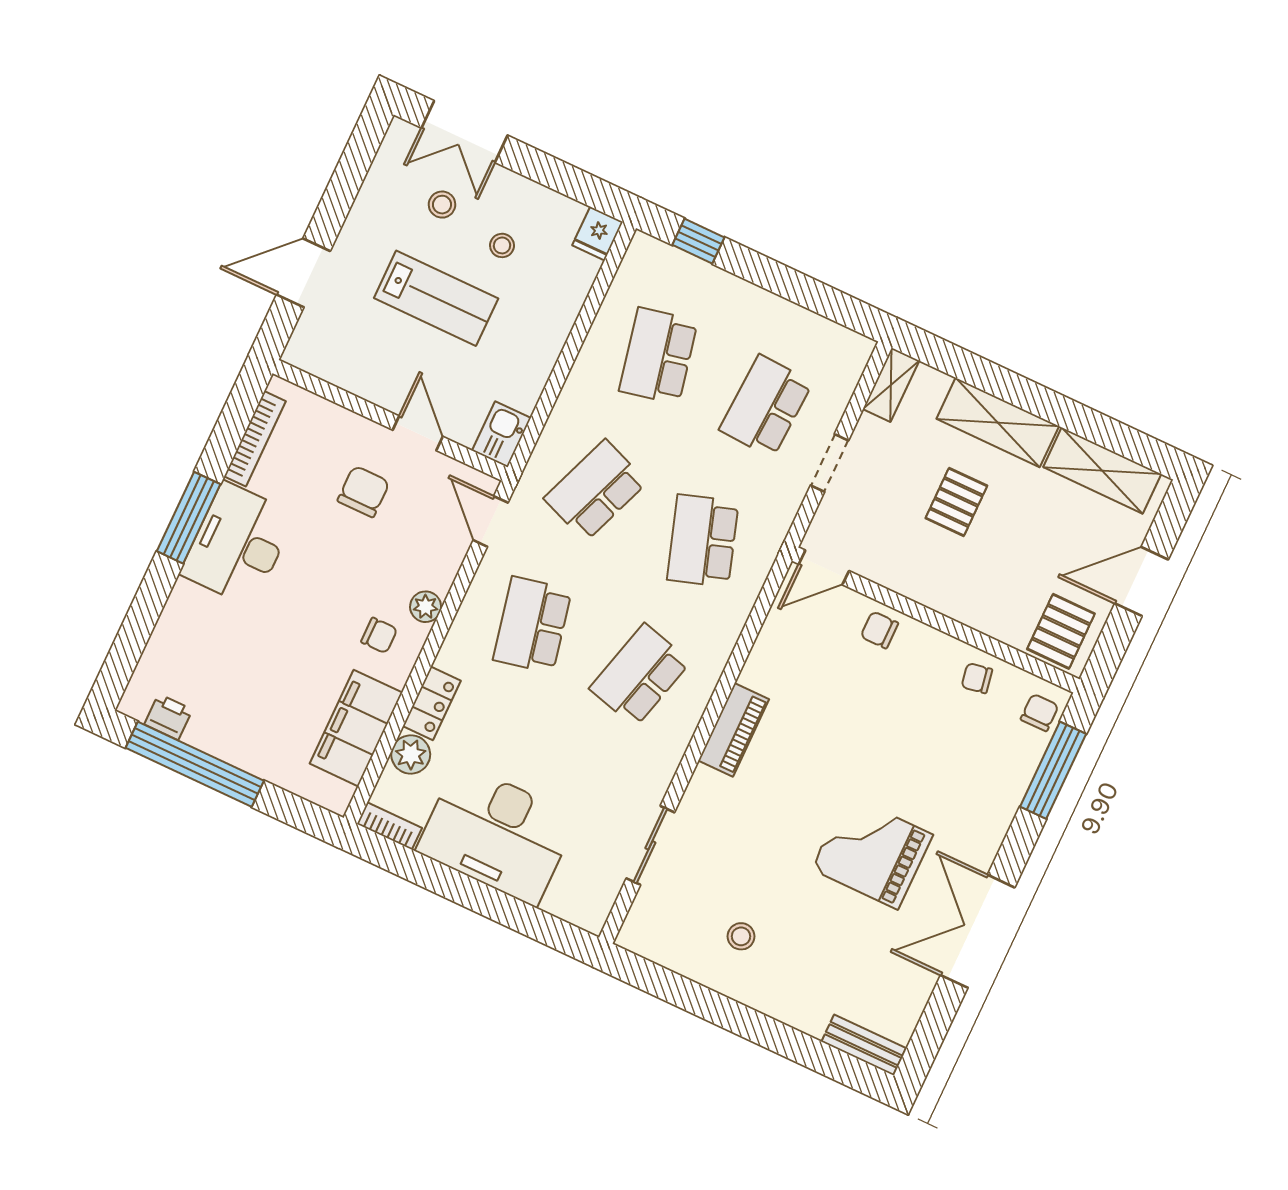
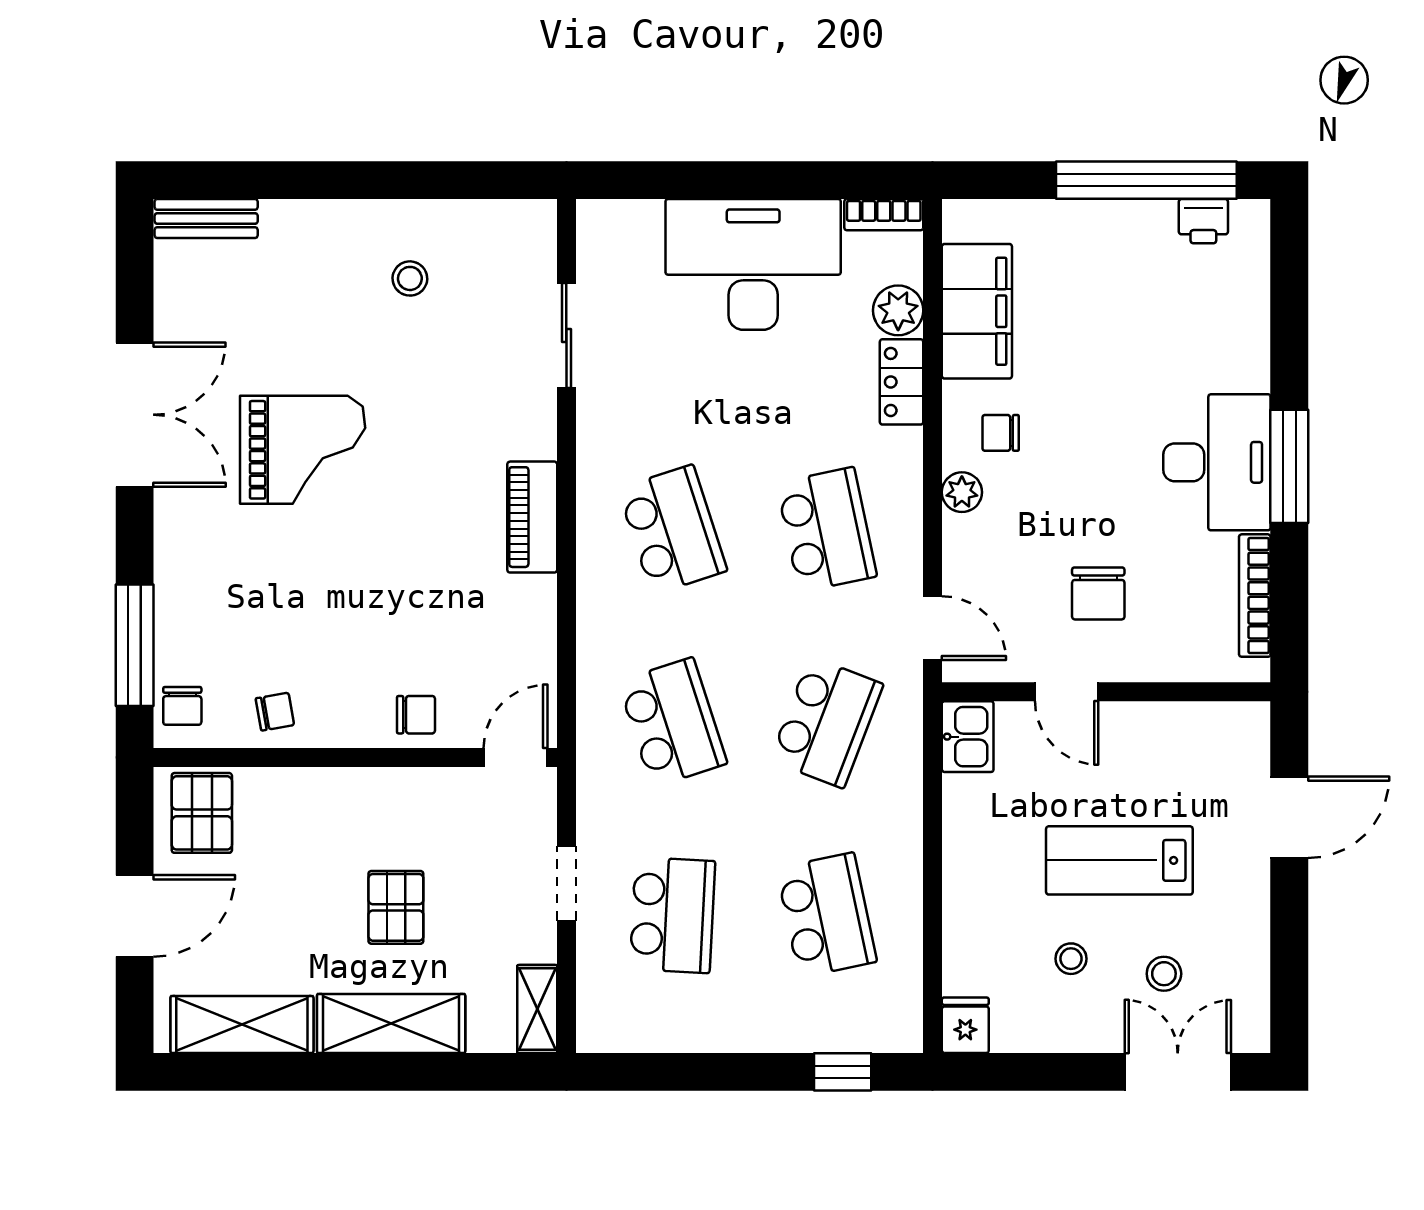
school desk: (640, 675) -> (672, 530), turned -33

